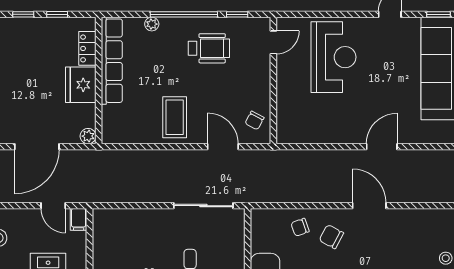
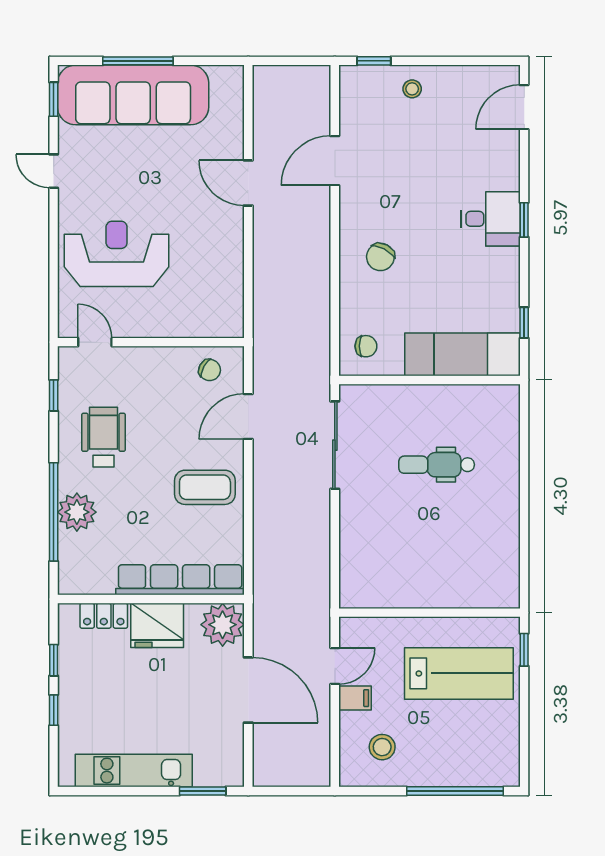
window: (184, 14) -> (54, 512), moved
plant: (152, 24) -> (77, 512), width x1.88, depth x1.88
row of seats: (112, 61) -> (180, 580), moved
plant: (88, 136) -> (223, 625), width x1.88, depth x1.88
door: (369, 206) -> (335, 161), moved
filing cabinet: (79, 219) -> (355, 698), moved
chair: (300, 227) -> (366, 346), moved, turned -70

